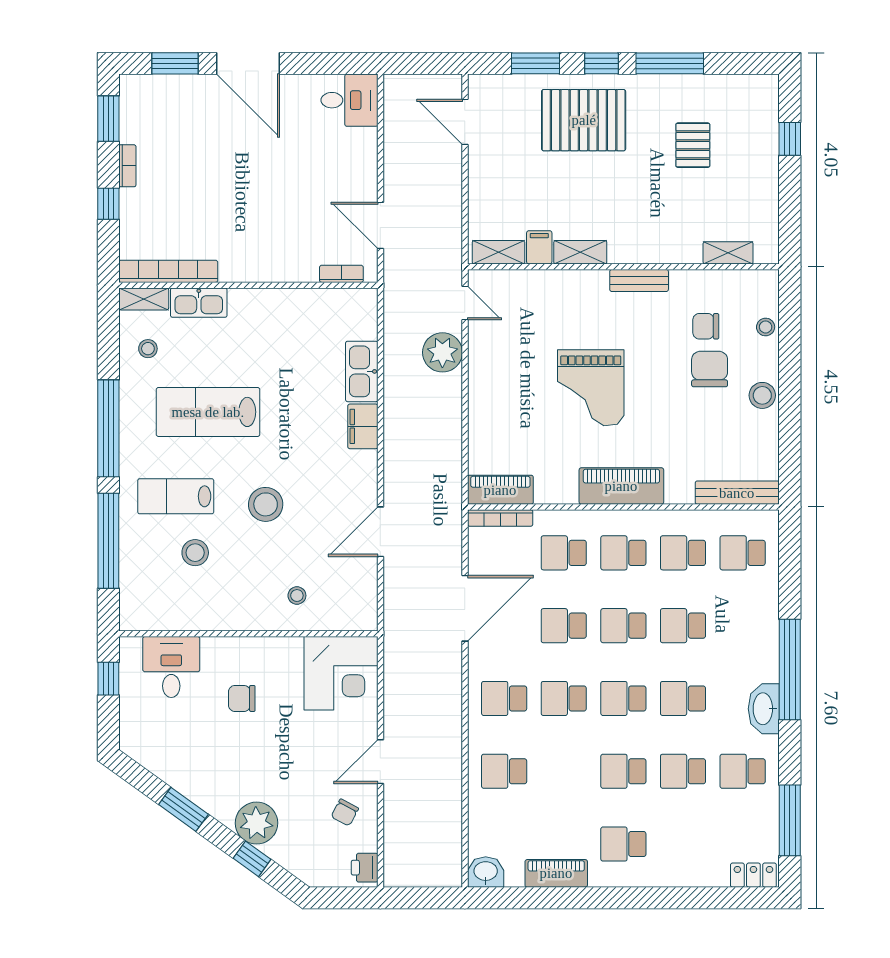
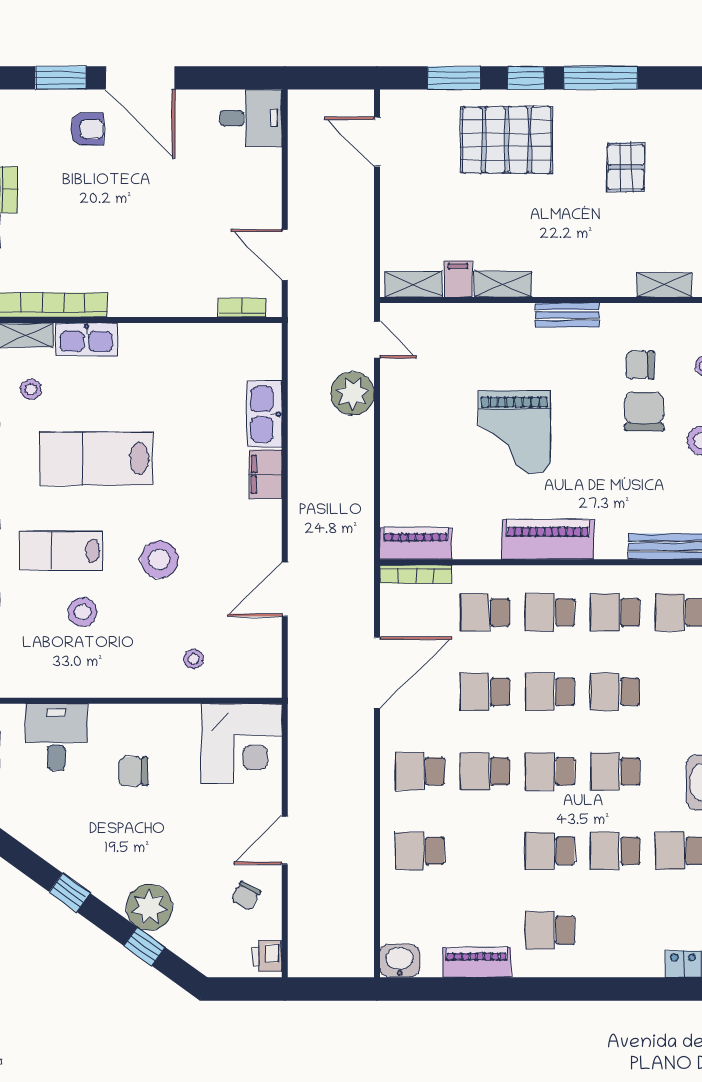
armchair: (200, 110) -> (87, 129), added
window: (183, 809) -> (70, 892), width x0.67

